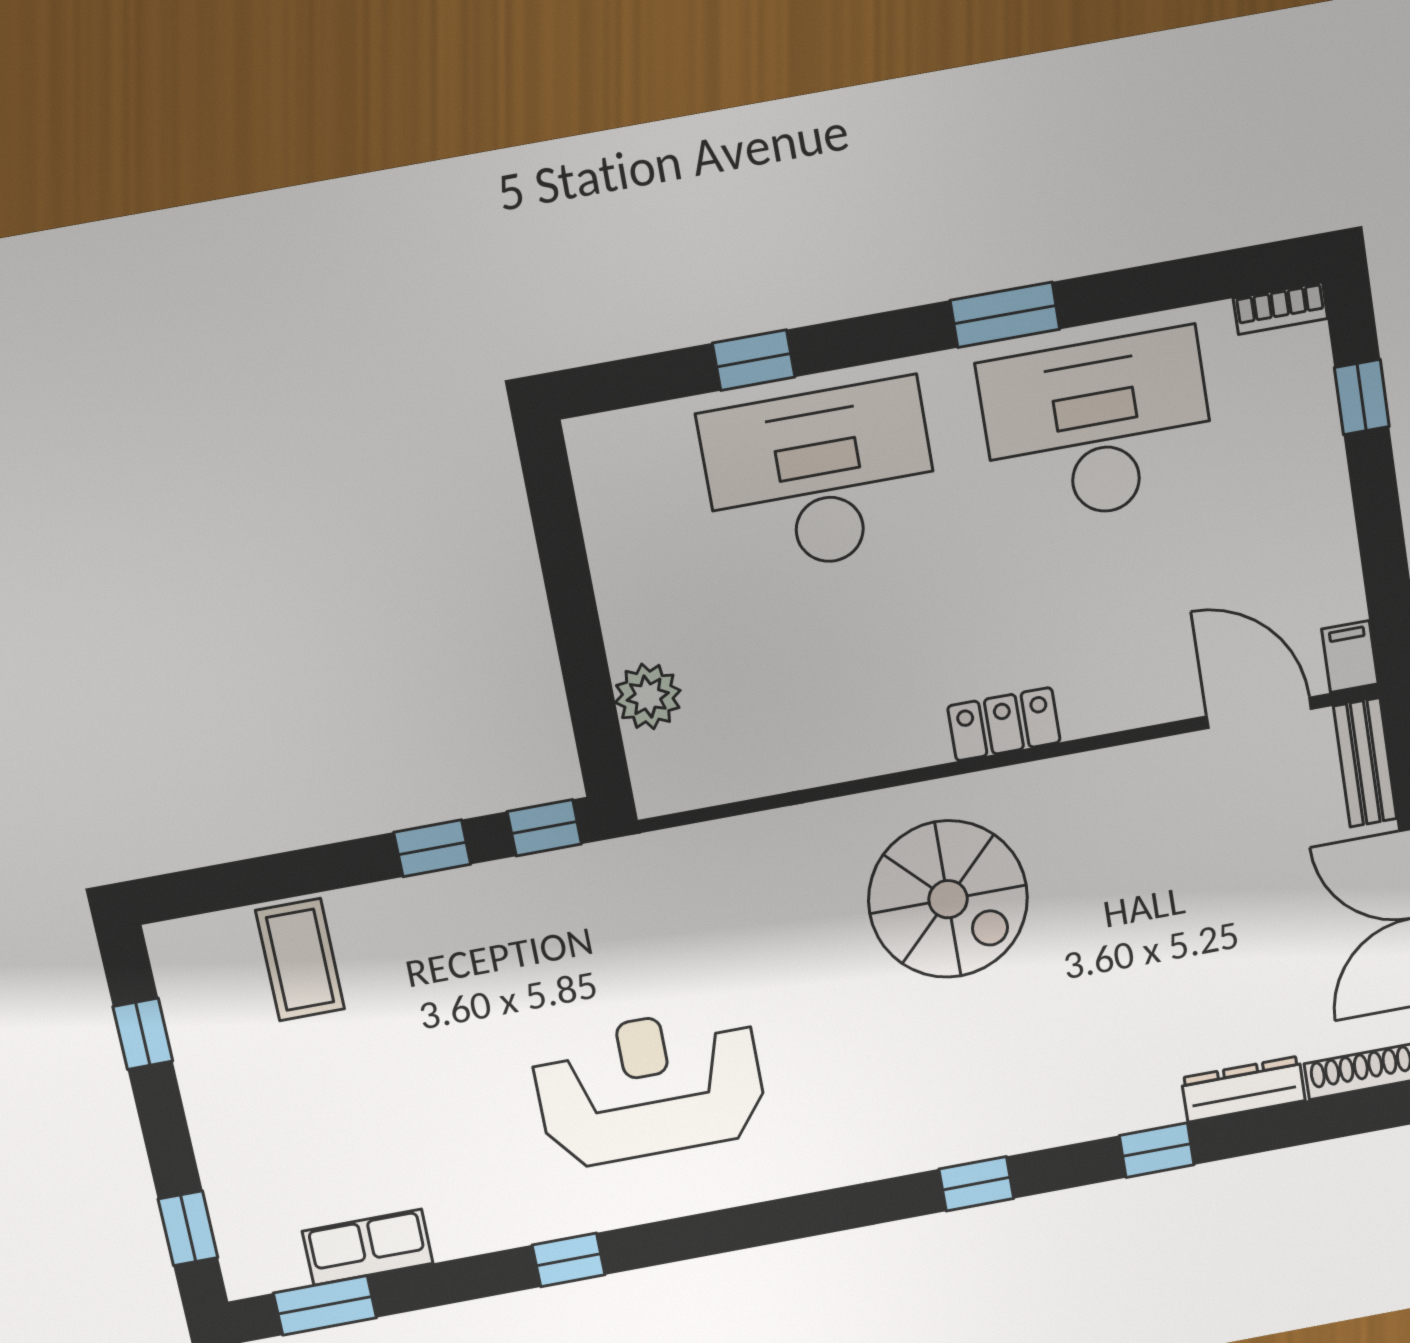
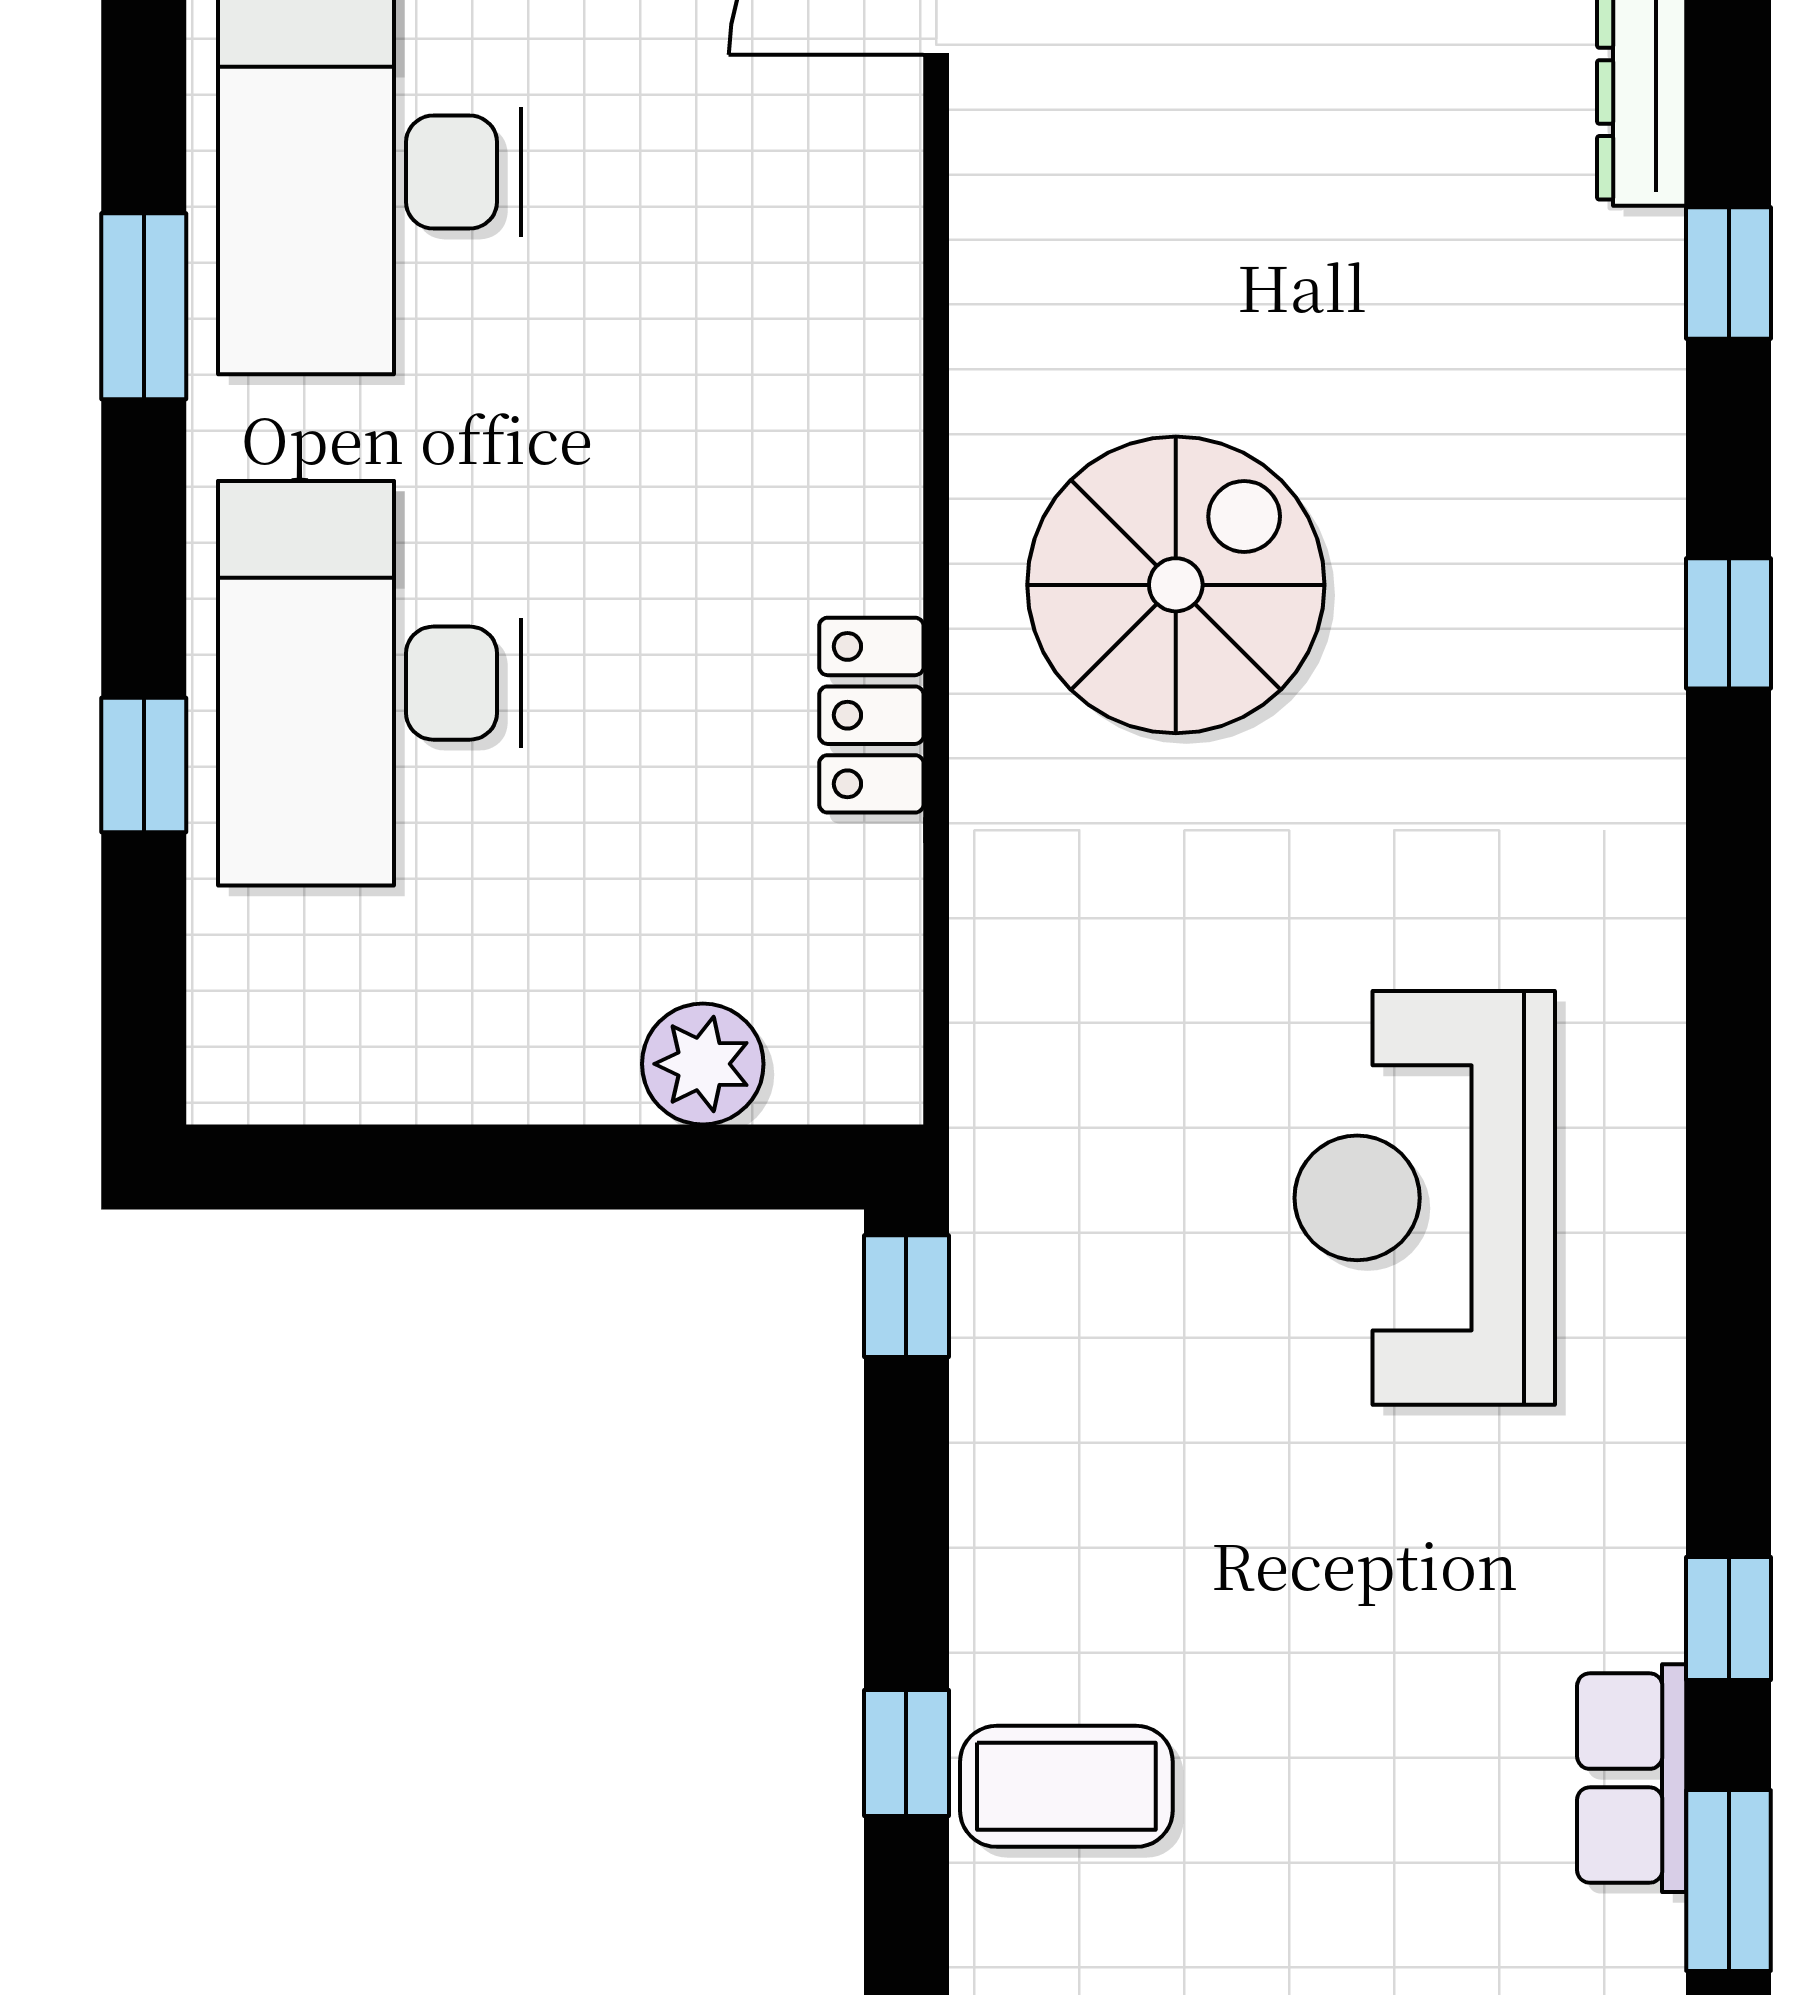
locker: (1004, 724) -> (871, 715), moved
window: (432, 848) -> (906, 1753), moved
window: (569, 1260) -> (1729, 1618), moved

